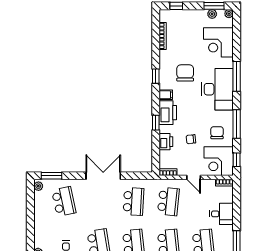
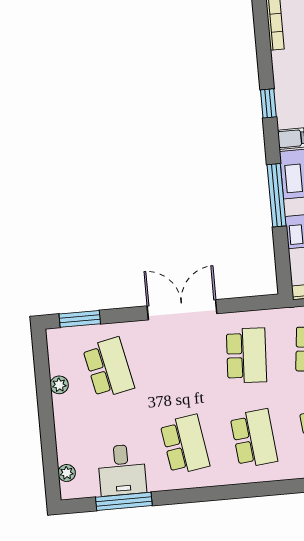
window: (156, 123) -> (276, 195), width x2.17
plant: (38, 186) -> (59, 385), moved

